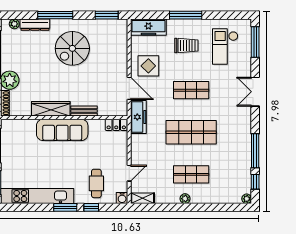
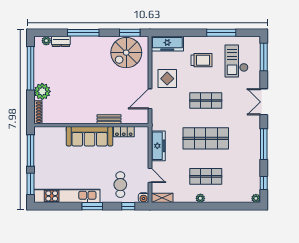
window: (186, 15) -> (221, 33), moved
dresser: (35, 25) -> (61, 41), width x0.70
spiral stairs: (72, 48) -> (126, 53), moved
door: (129, 88) -> (150, 99), swing flipped
wardrobe: (51, 109) -> (79, 117), removed
freezer: (138, 117) -> (158, 146), moved
locker: (116, 125) -> (124, 132), moved
window: (255, 151) -> (264, 144), moved
door: (129, 173) -> (150, 175), hinge flipped
window: (91, 207) -> (128, 206), moved

